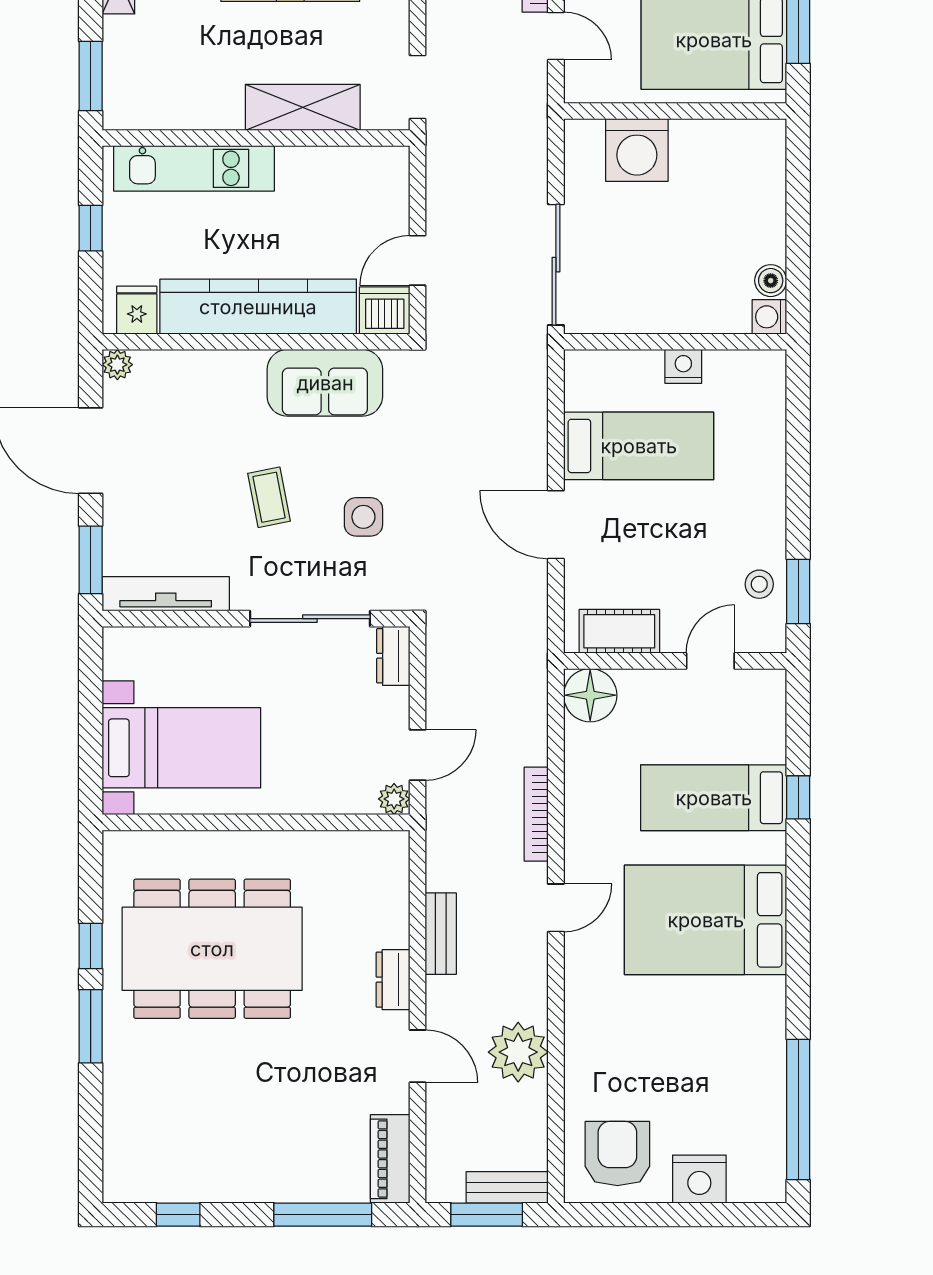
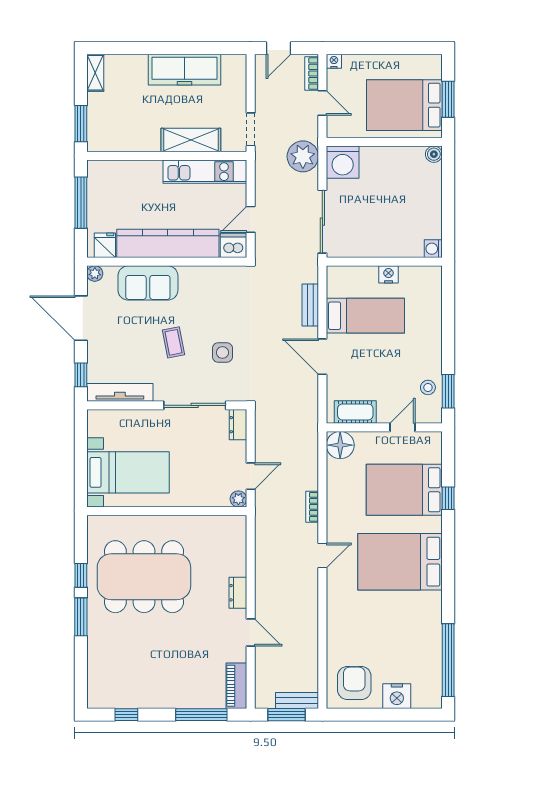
washing machine: (637, 150) -> (343, 162), moved
kitchen unit: (194, 168) -> (205, 172), moved
window: (91, 228) -> (81, 203), width x2.17
boiler: (771, 281) -> (434, 154), moved
sofa: (325, 383) -> (148, 283), moved
window: (91, 560) -> (81, 375), width x0.67
bed: (714, 798) -> (404, 490), width x1.50
bookcase: (536, 814) -> (312, 507), width x0.64
bench: (441, 934) -> (310, 305), moved
plant: (518, 1052) -> (303, 156), moved

